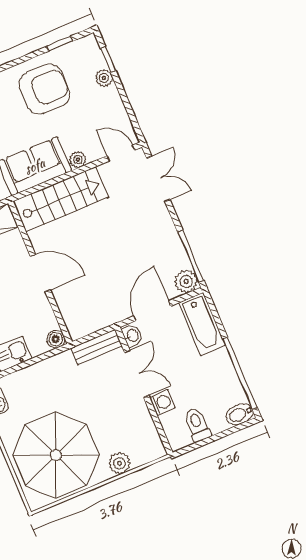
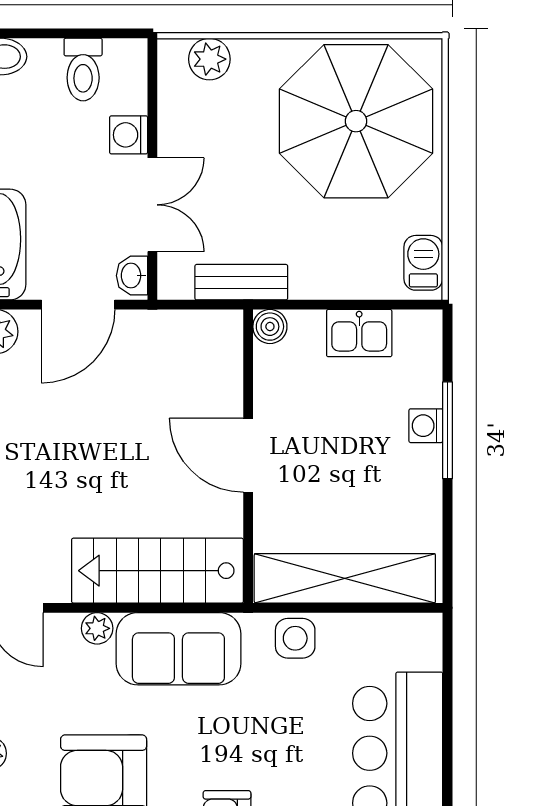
bench: (97, 347) -> (241, 282), moved
double door: (137, 374) -> (152, 205), swing flipped
plant: (120, 463) -> (209, 59), moved

